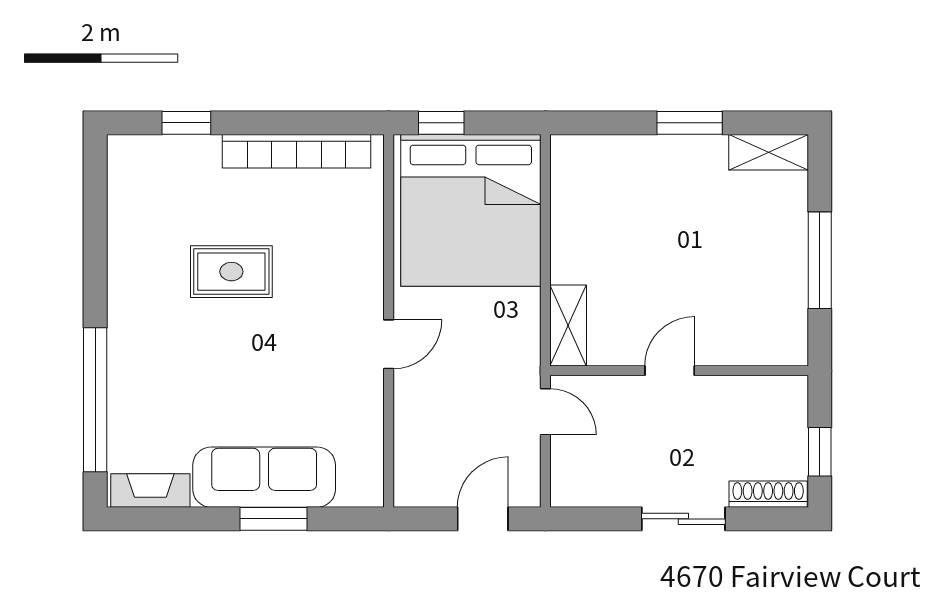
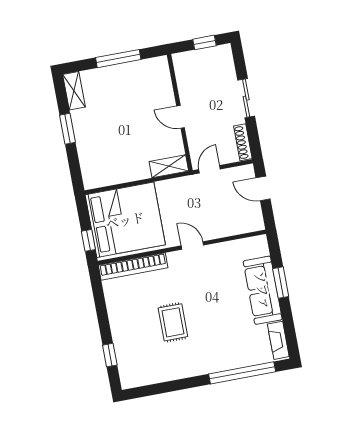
bookcase: (296, 151) -> (133, 267), moved, turned 90
shoe rack: (768, 494) -> (243, 142), moved

